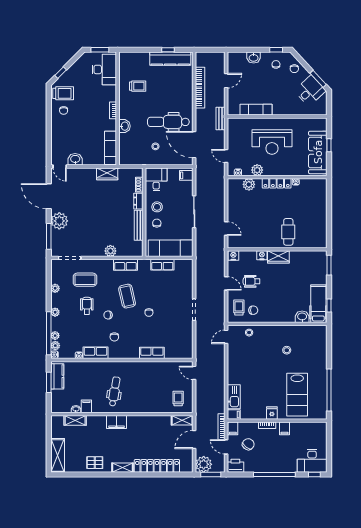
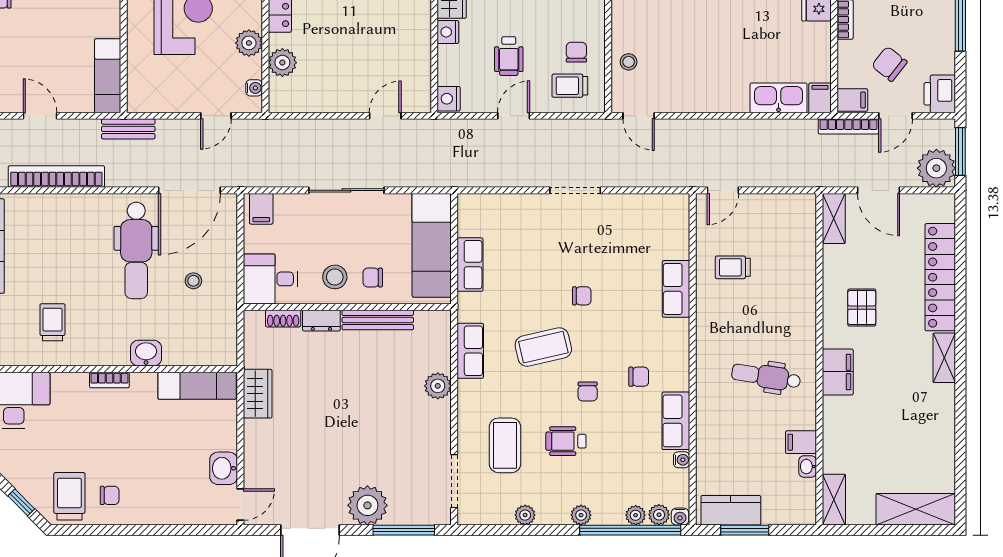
exam couch: (256, 110) -> (108, 76), moved
trolley: (178, 398) -> (733, 267), moved
shelving: (75, 420) -> (834, 500), moved
pallet: (95, 463) -> (862, 308), moved

